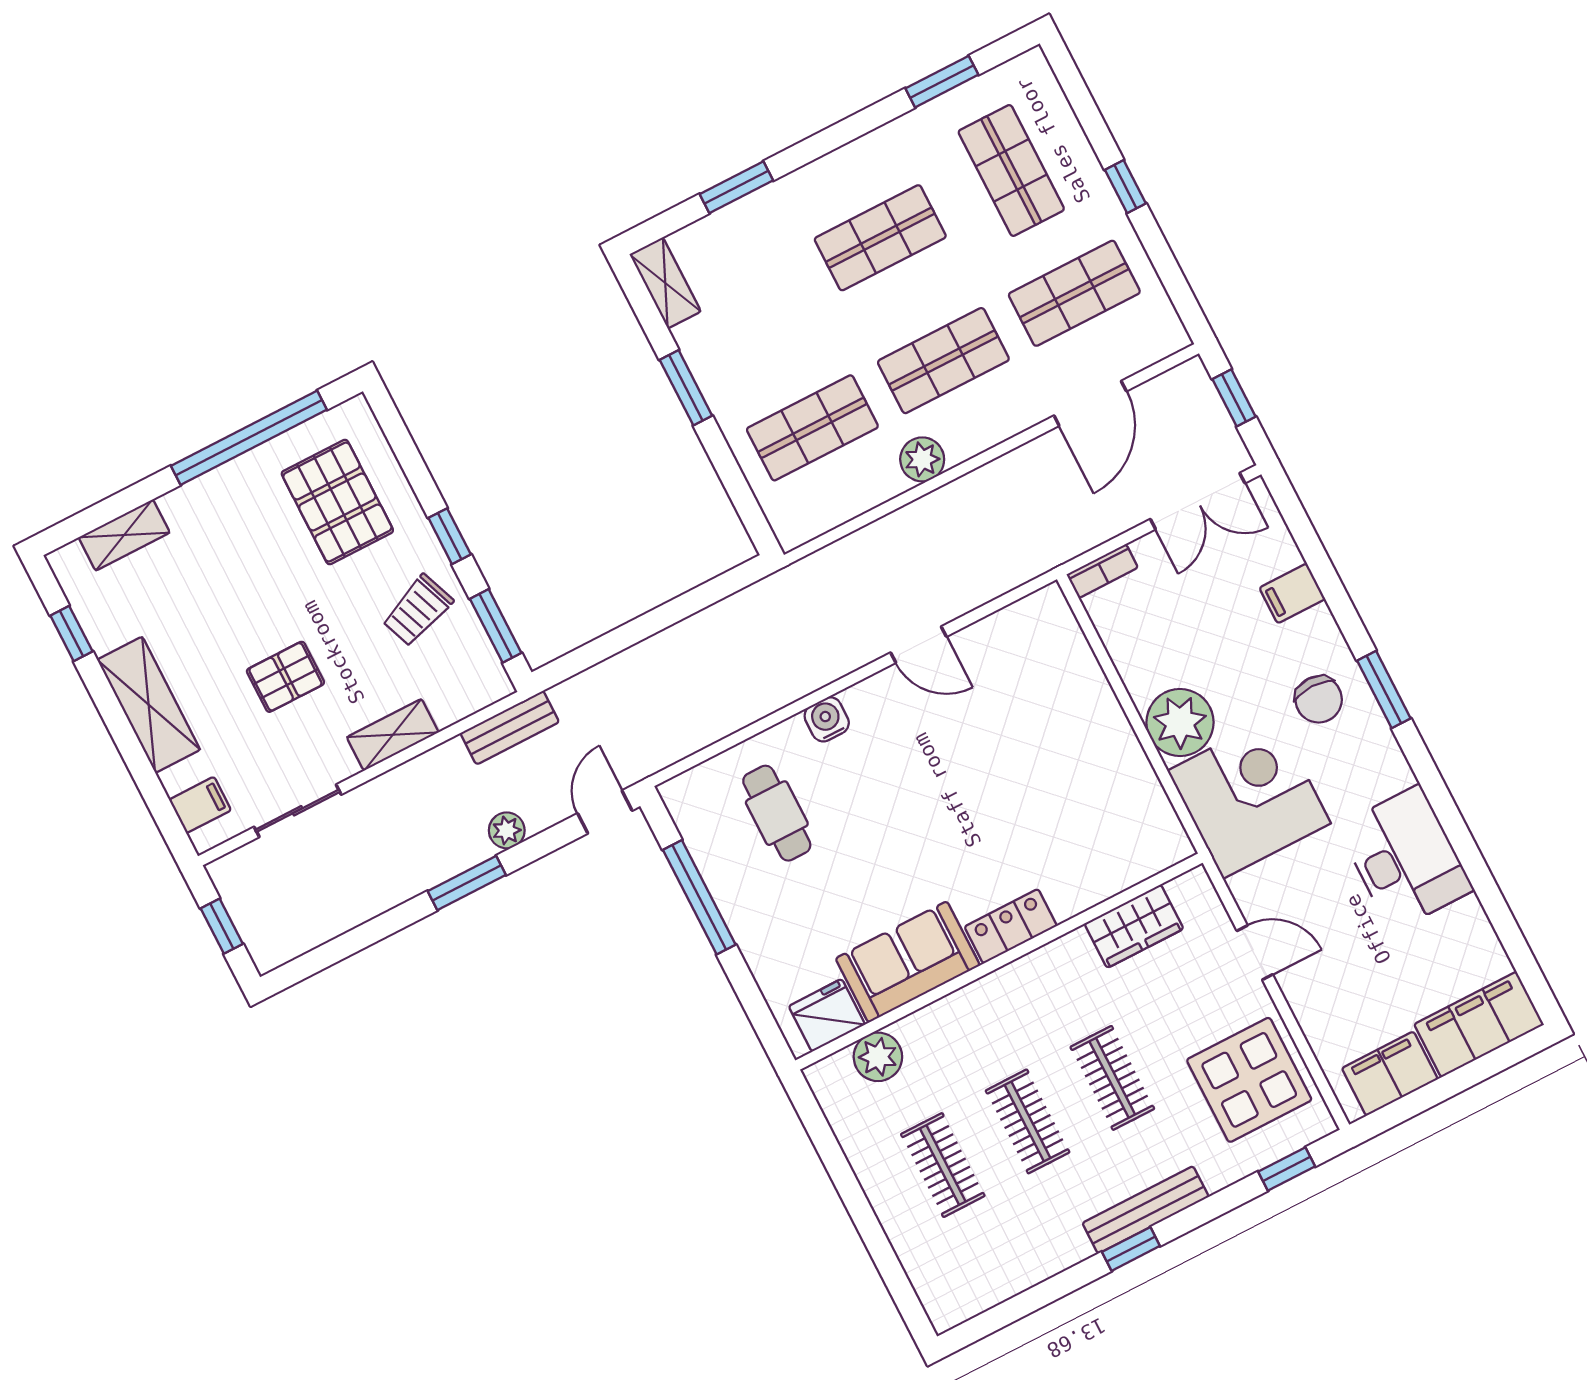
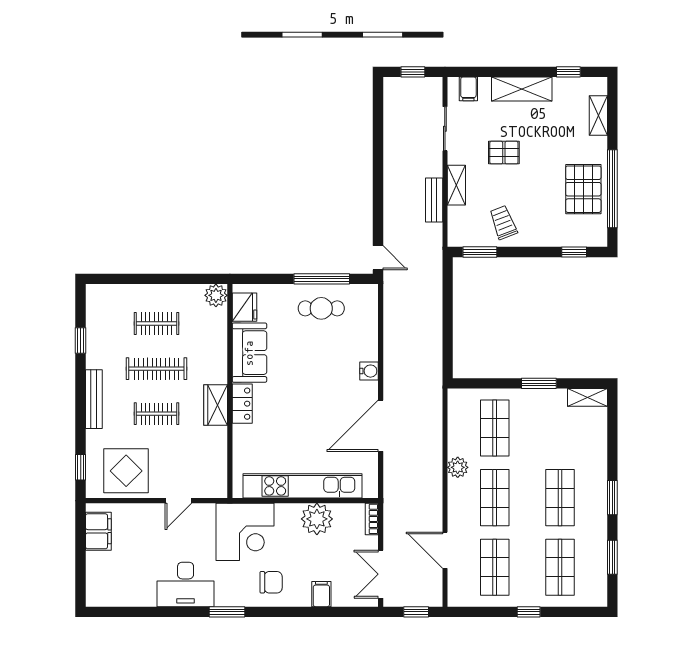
shop shelf: (1011, 170) -> (560, 567), turned 90
window: (736, 187) -> (612, 498), moved
pallet: (337, 502) -> (583, 189), moved, turned 90
window: (450, 536) -> (574, 252), moved
door: (918, 645) -> (381, 426), width x1.87
pallet: (285, 677) -> (504, 153), turned 90
window: (1384, 690) -> (227, 612), moved
chair: (1319, 699) -> (271, 582), turned 180
plant: (1180, 722) -> (317, 519), moved
bench: (510, 728) -> (434, 200), moved
kitchen unit: (1107, 733) -> (302, 486), added
cafe table: (777, 813) -> (321, 308), moved
plant: (507, 830) -> (391, 212), removed
window: (467, 883) -> (378, 184), removed
wardrobe: (1134, 926) -> (216, 405), moved
filing cabinet: (1479, 1024) -> (100, 579), removed
plant: (878, 1057) -> (216, 295), moved
clothes rail: (1028, 1121) -> (156, 369), width x1.36
window: (1131, 1249) -> (81, 341), moved

